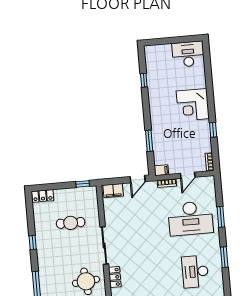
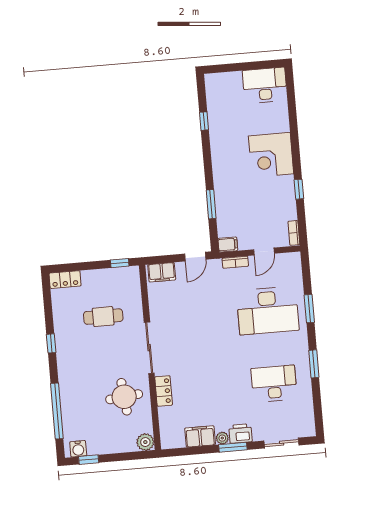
desk: (195, 272) -> (274, 384), turned 90

